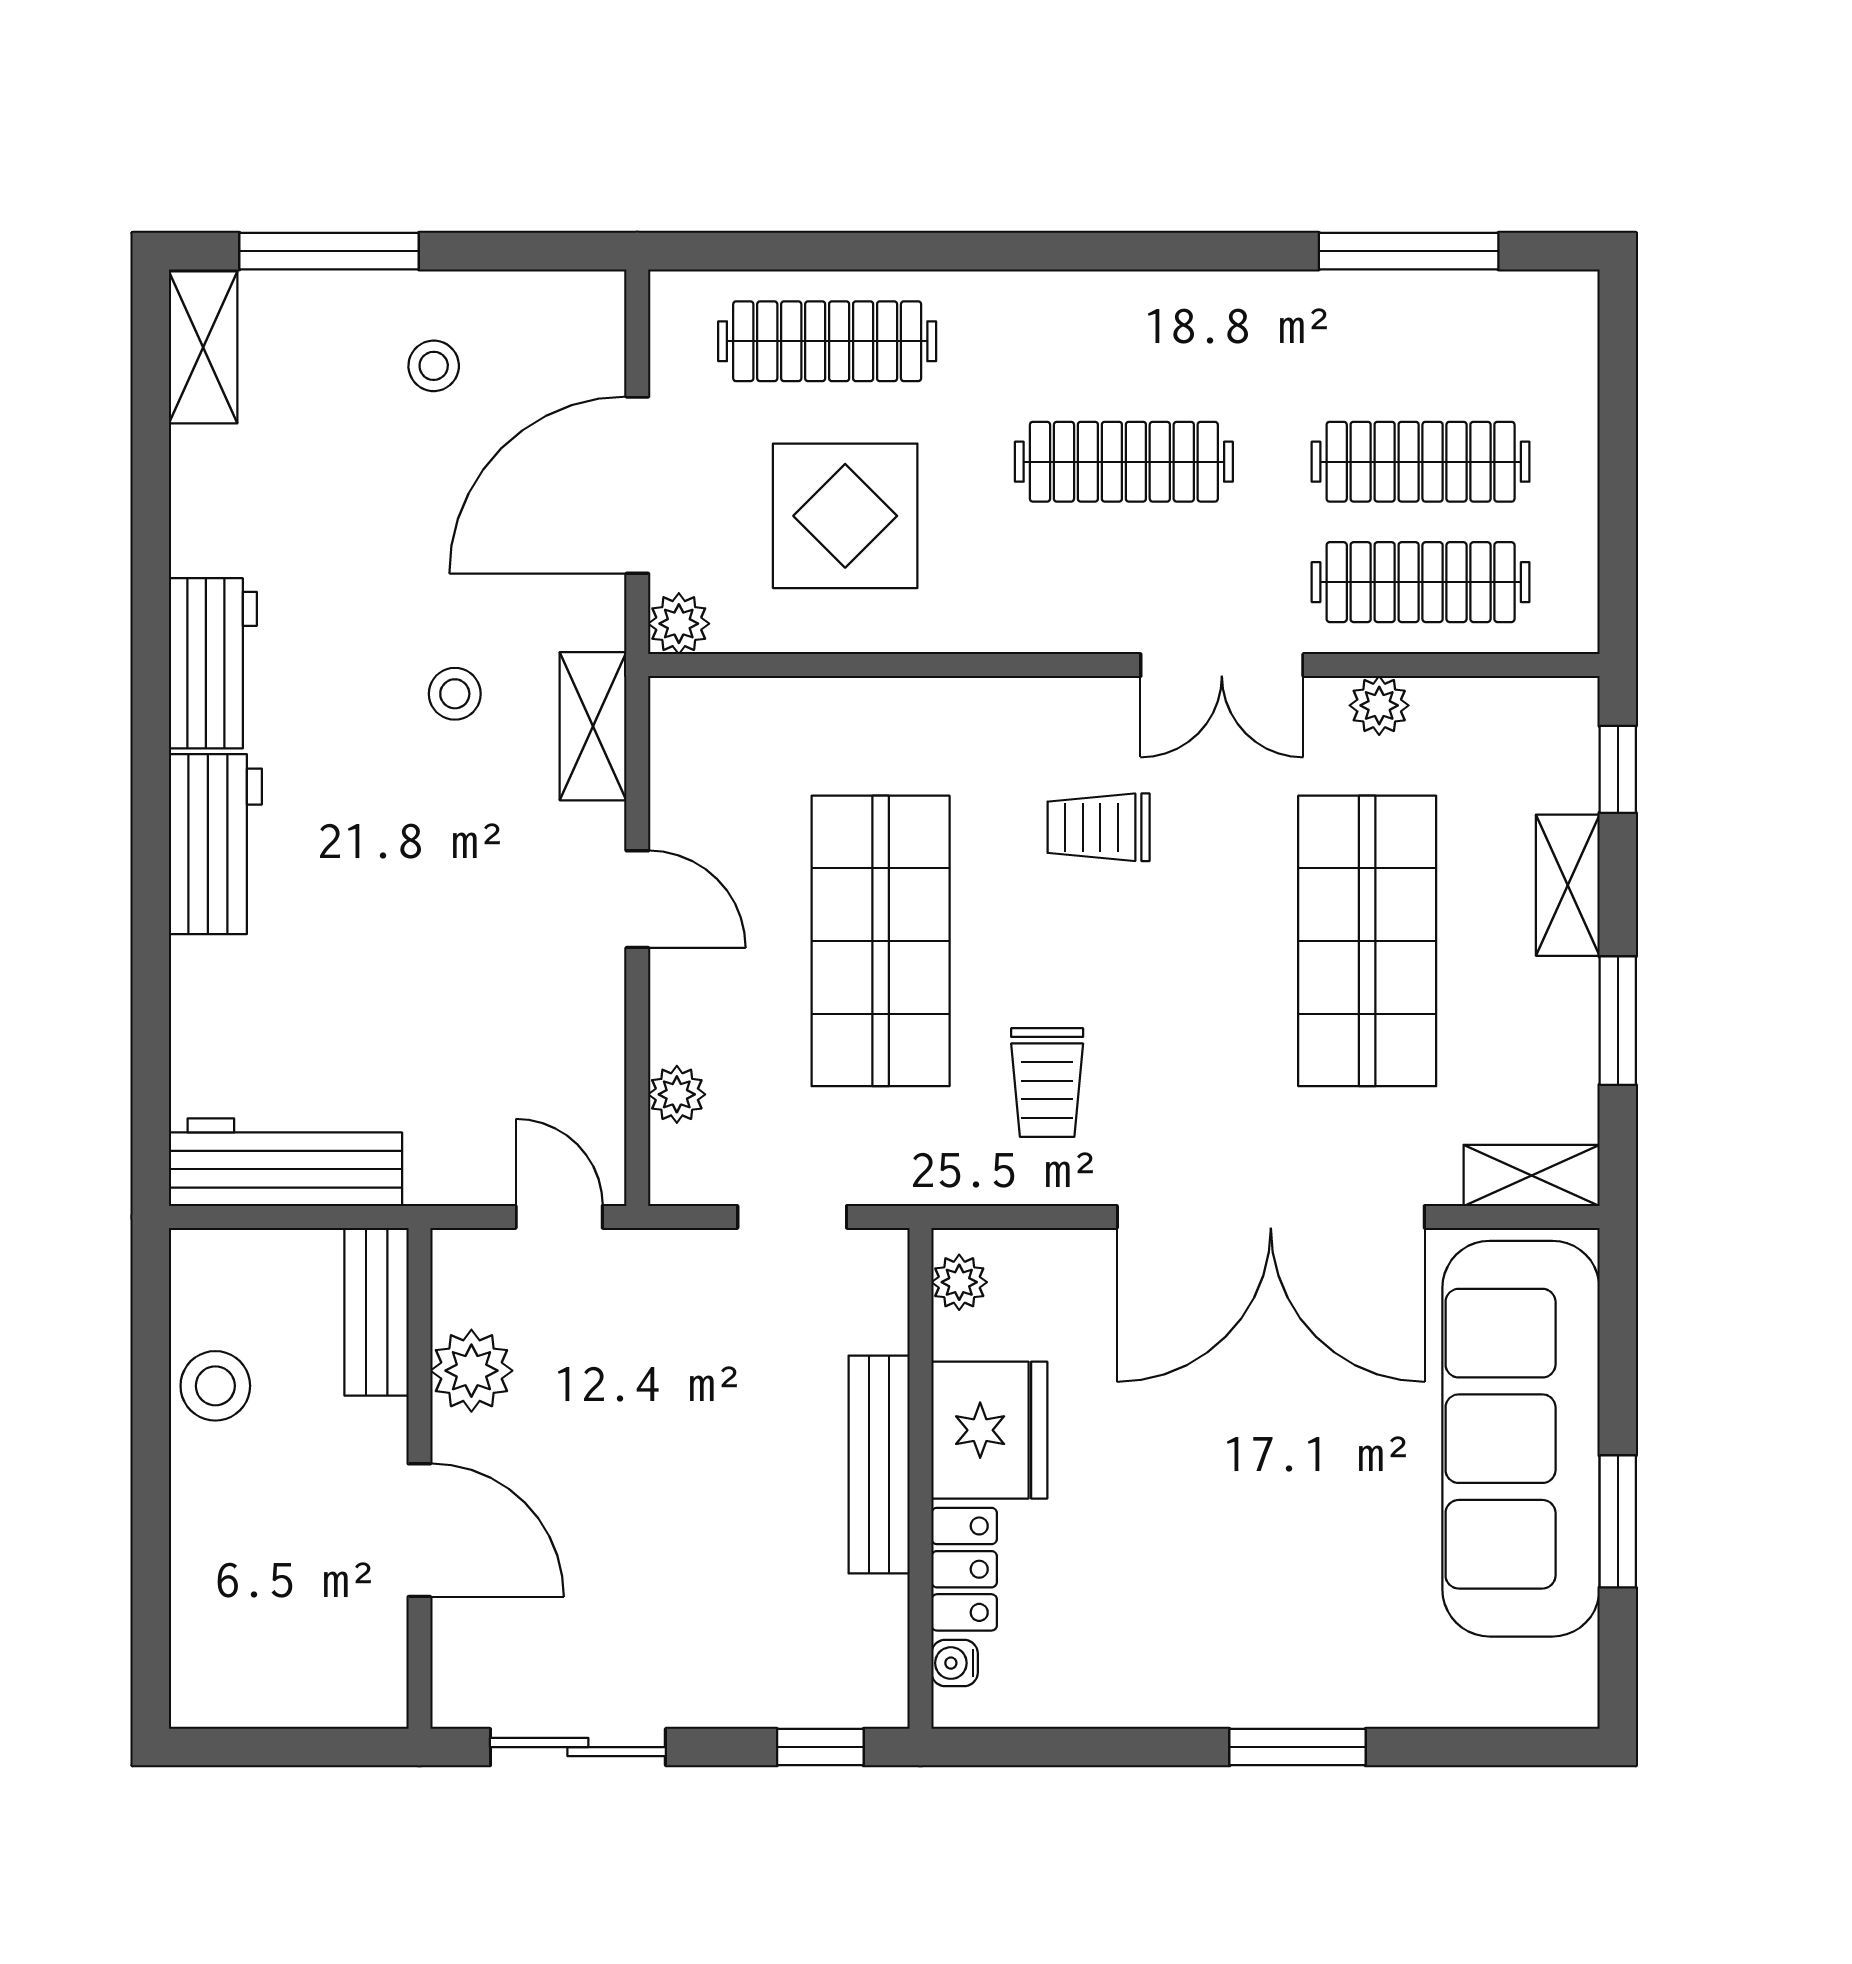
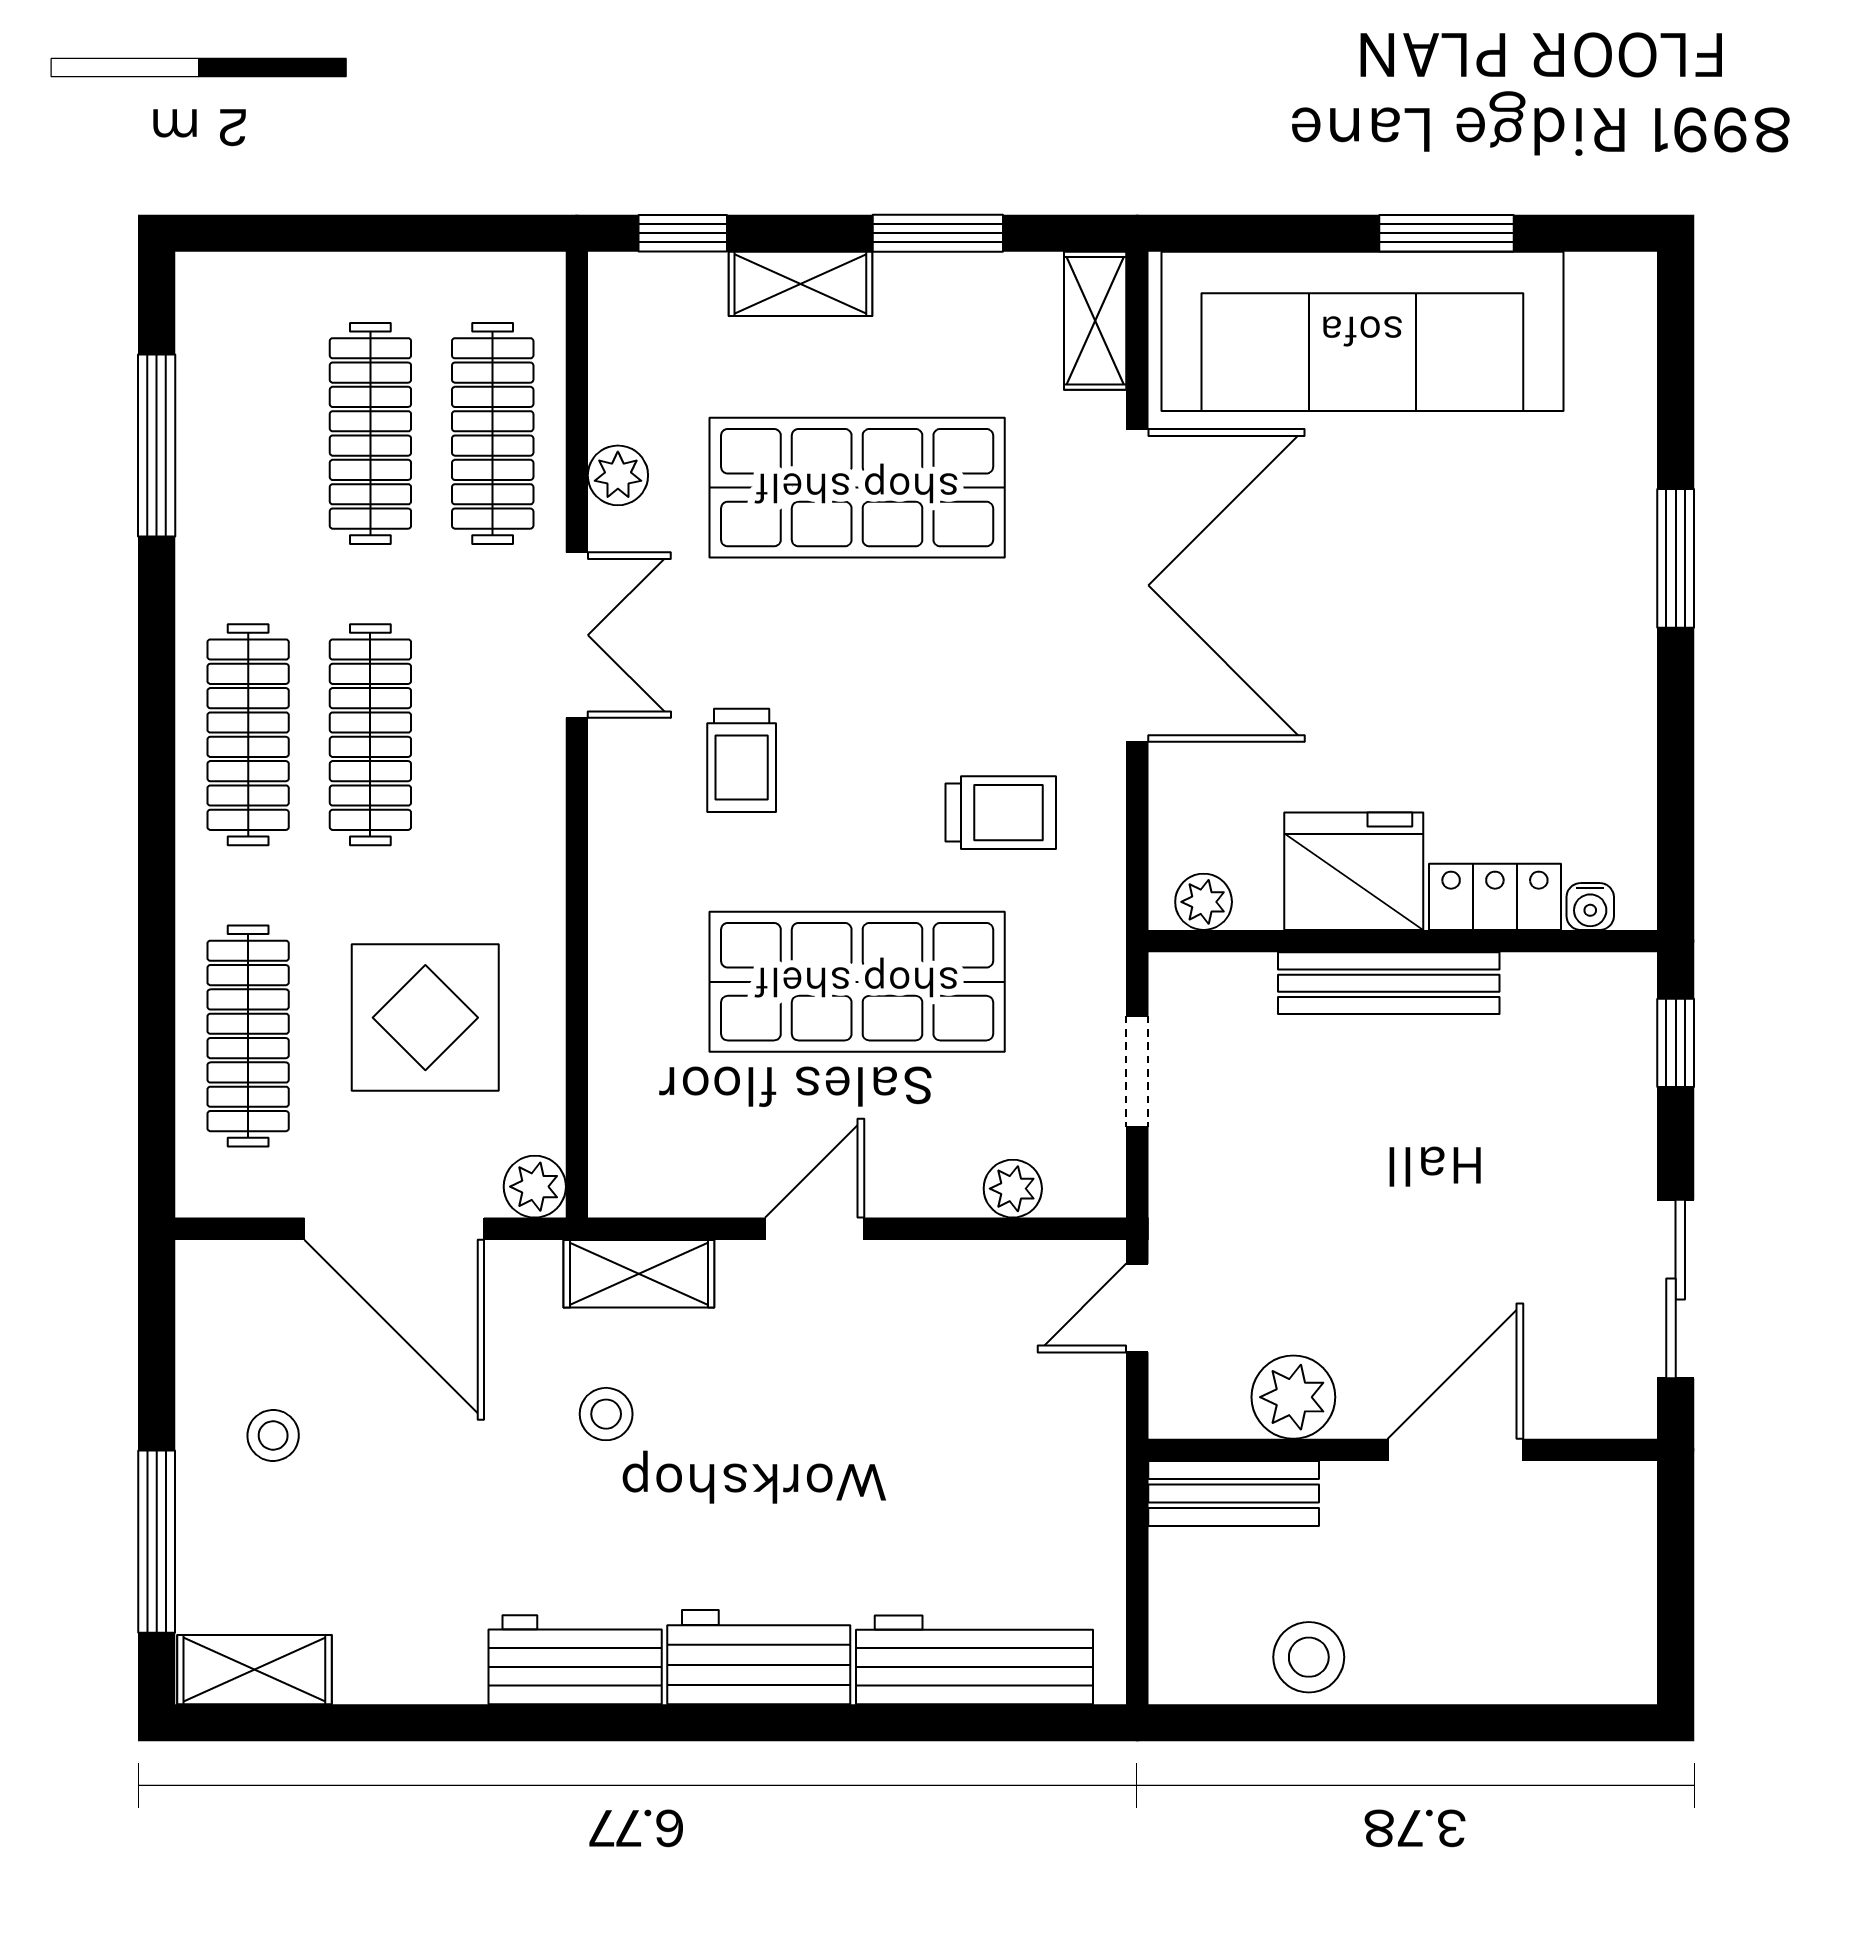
clothes rail: (1124, 341) -> (248, 735), added
workbench: (285, 1162) -> (974, 1660), moved, turned 90

